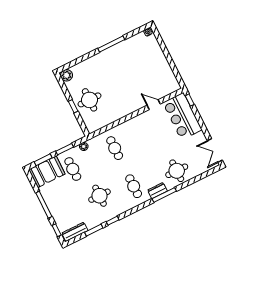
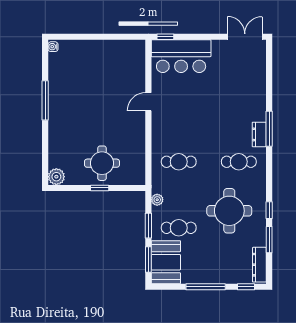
door: (154, 105) -> (148, 102), moved
double door: (215, 150) -> (245, 37), swing flipped
round table: (177, 171) -> (246, 98), removed
round table: (100, 196) -> (229, 211), width x1.36, depth x1.36

